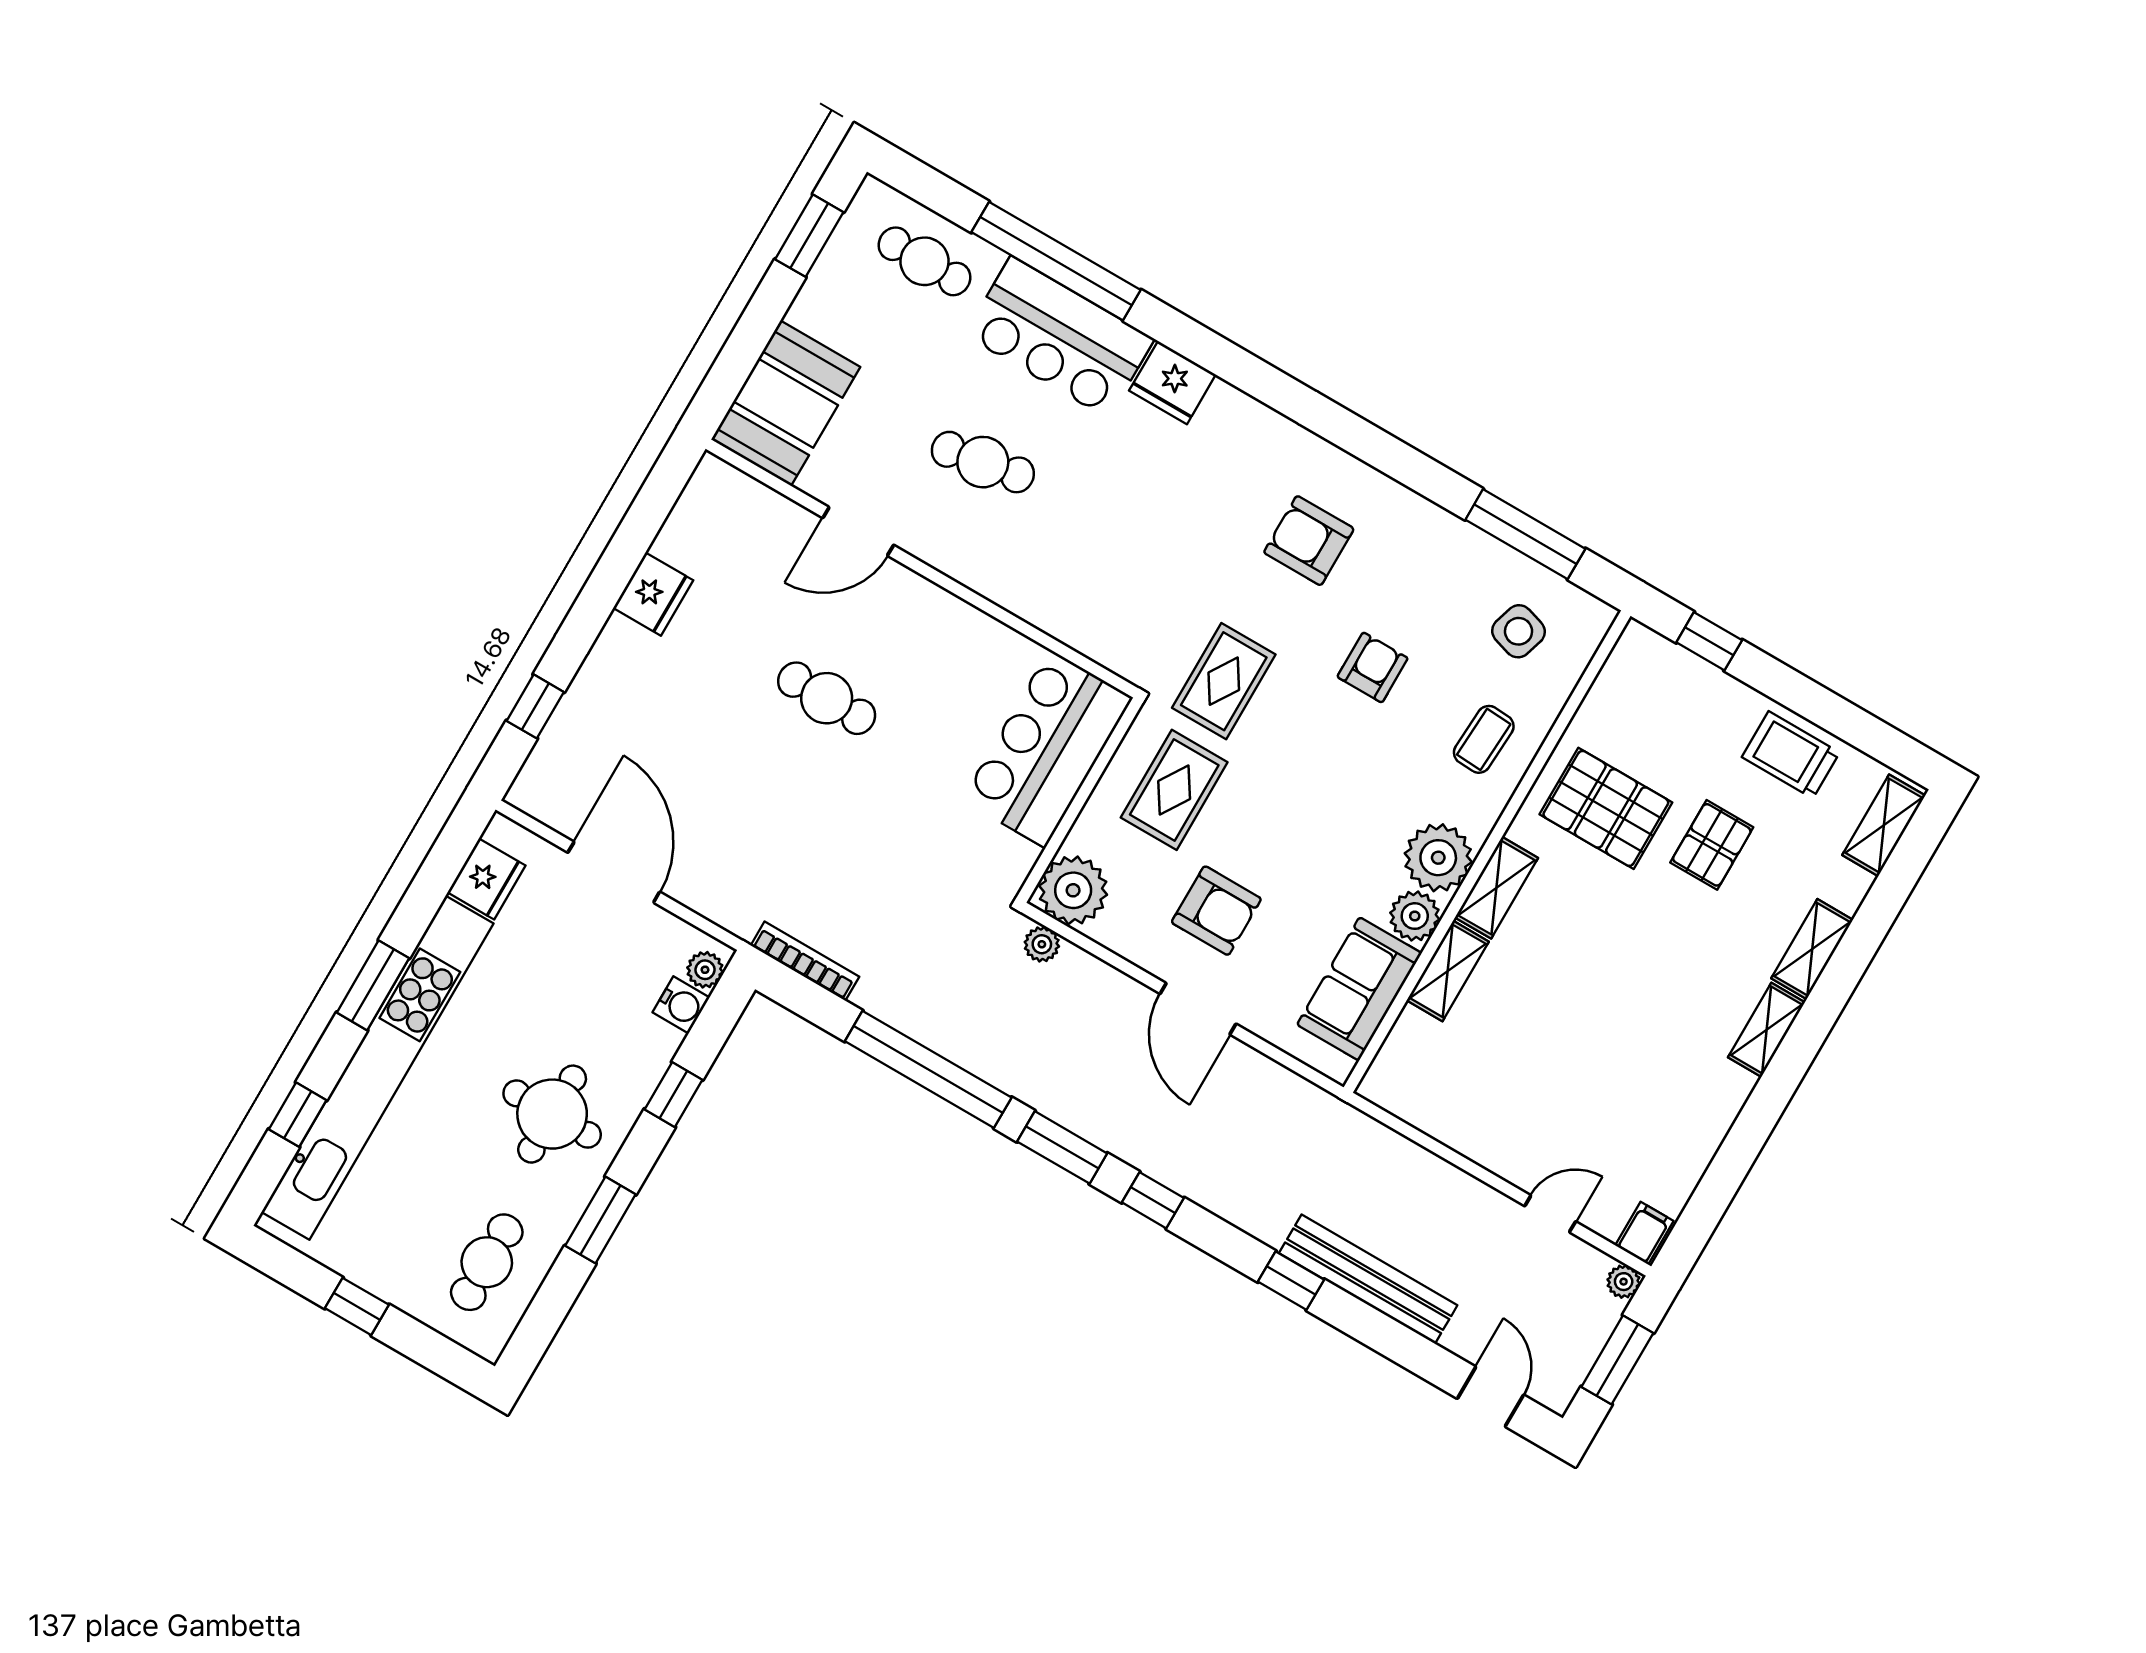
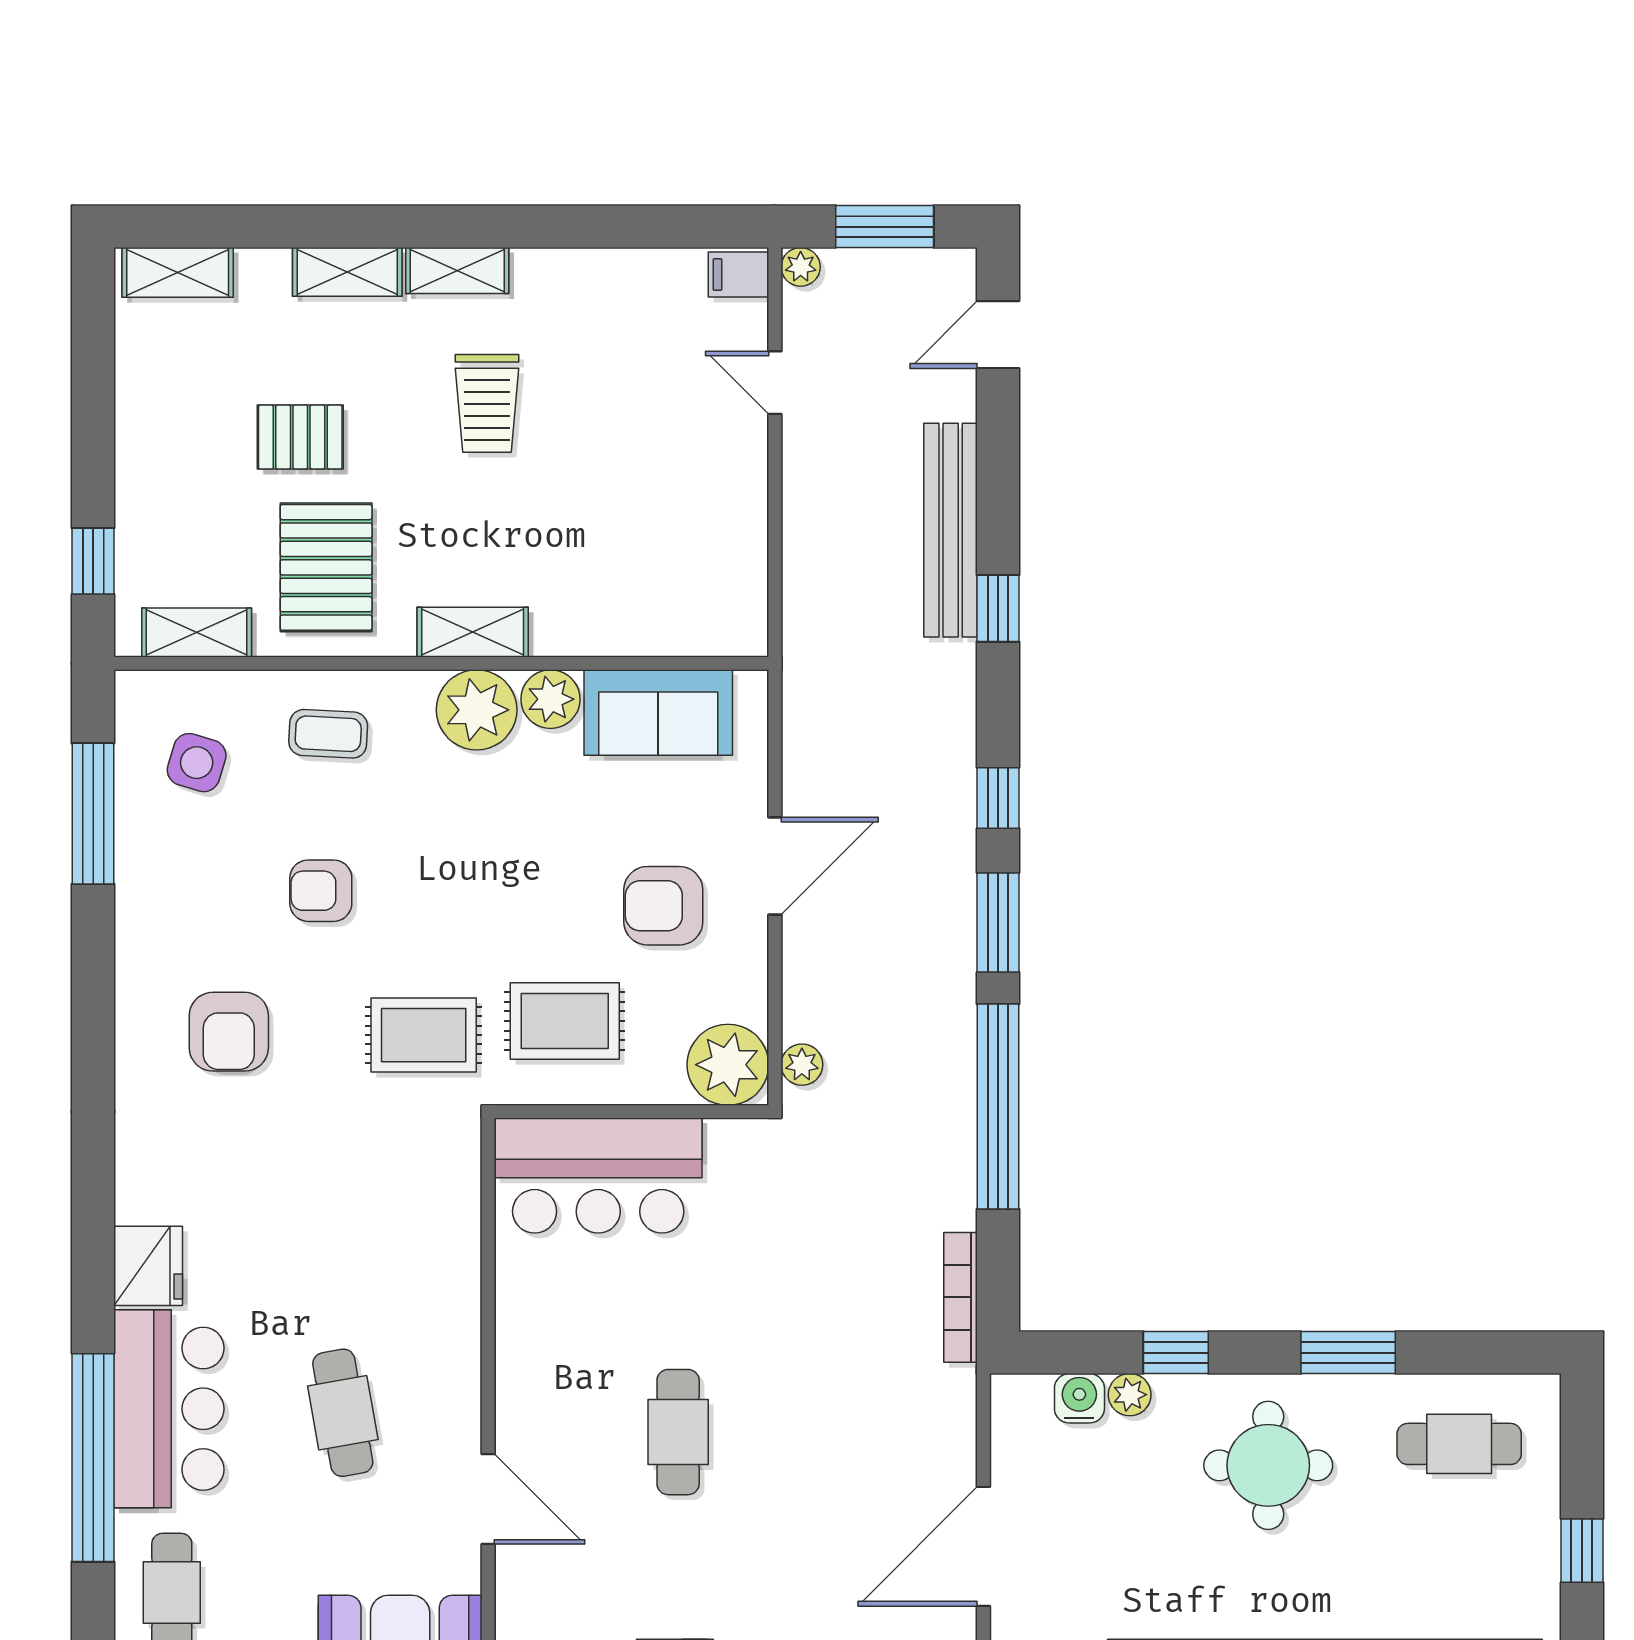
trolley: (1791, 755) -> (487, 403), moved
armchair: (1216, 911) -> (663, 906), turned -90
plant: (705, 970) -> (1130, 1395), moved
shelving: (1448, 971) -> (197, 633), moved

